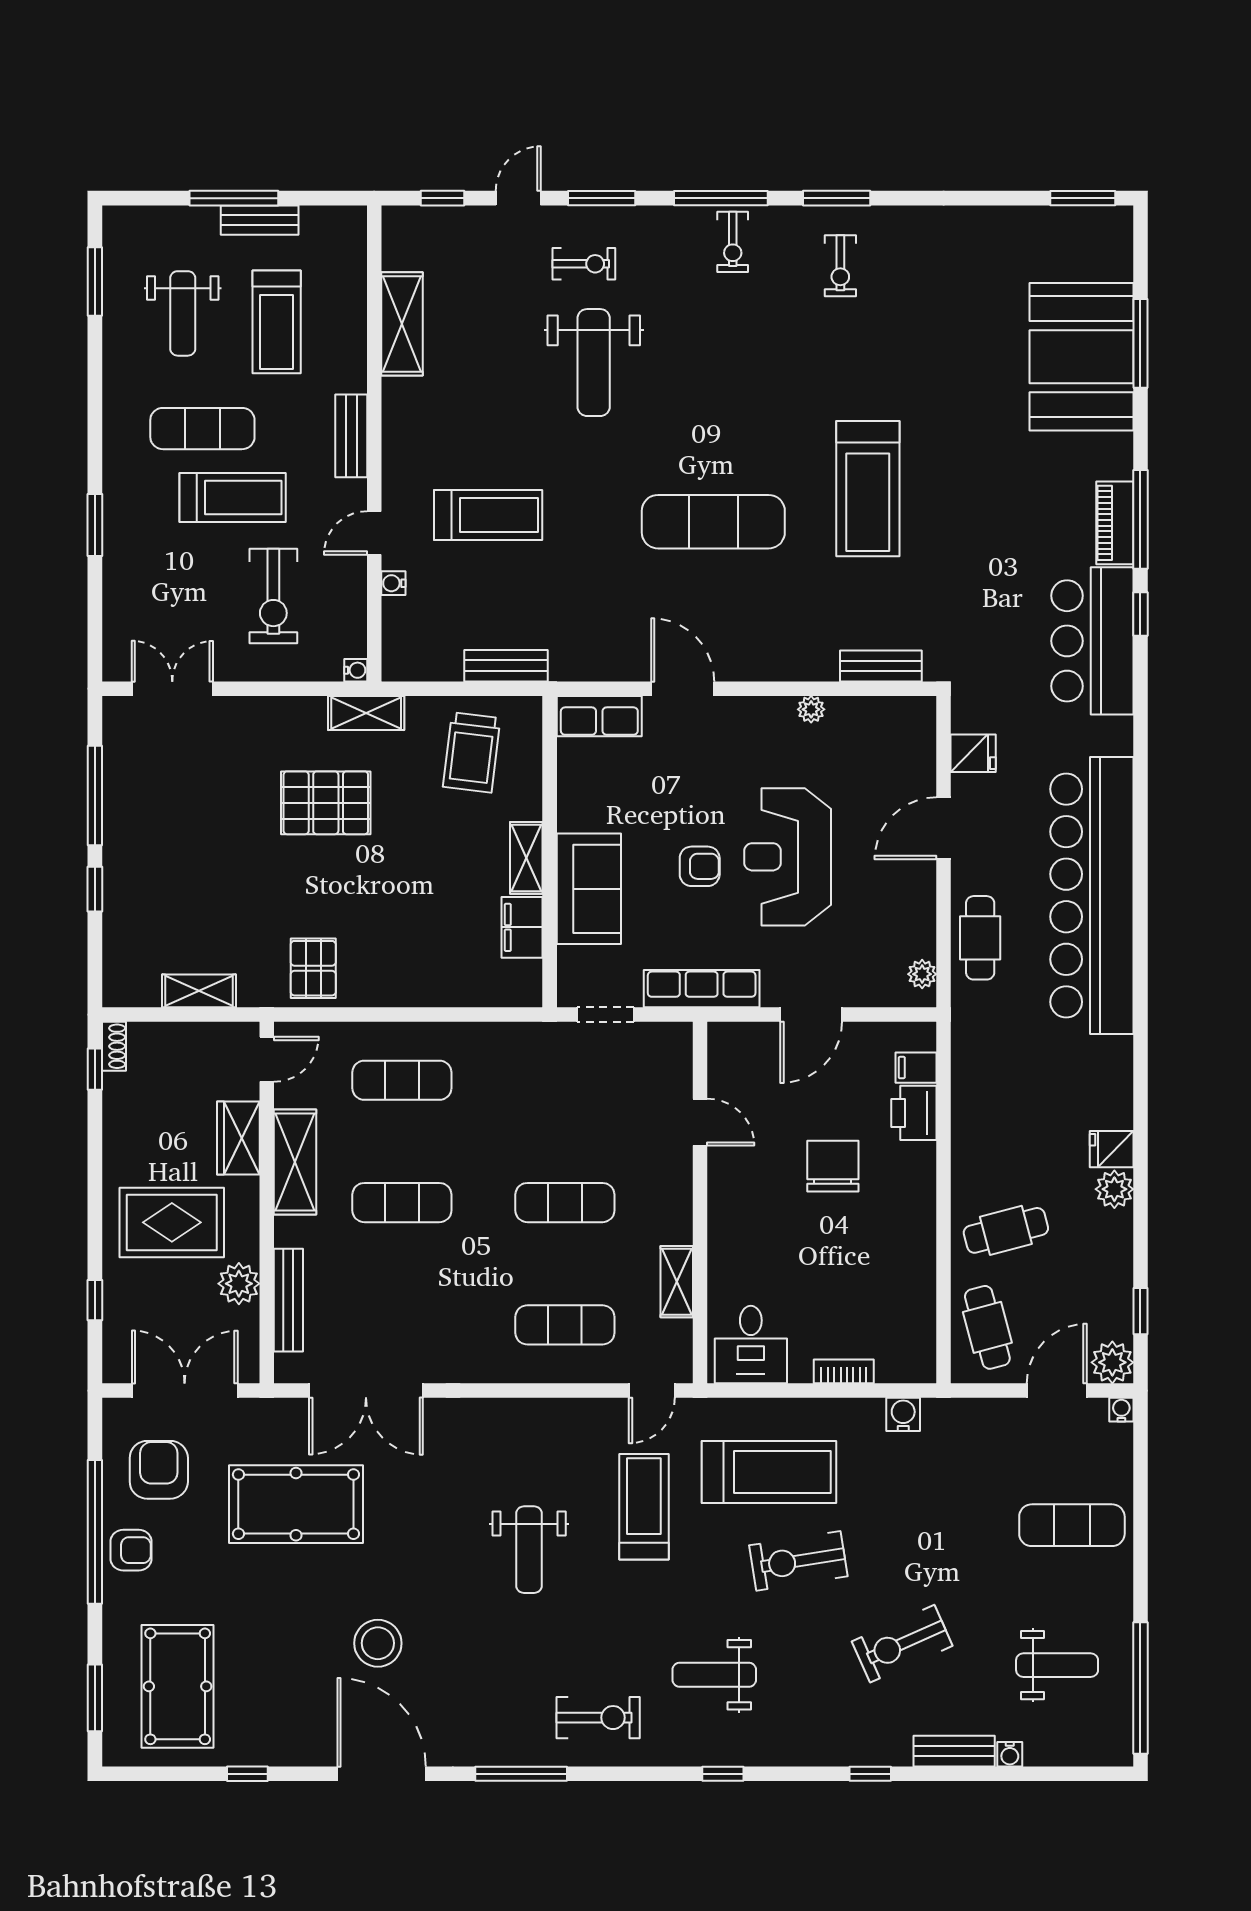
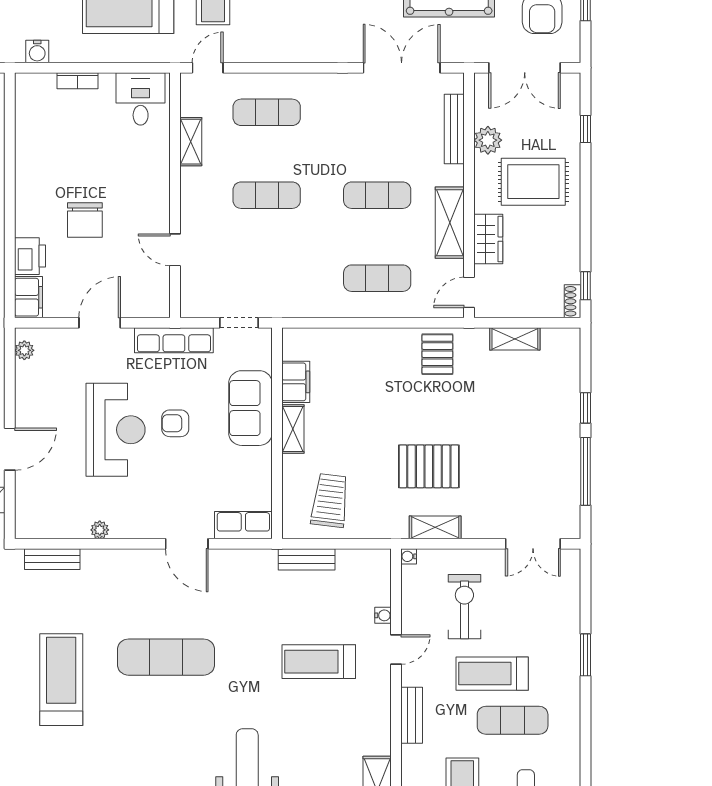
shelving: (366, 713) -> (435, 527), moved
filing cabinet: (916, 1068) -> (28, 297), width x2.00

